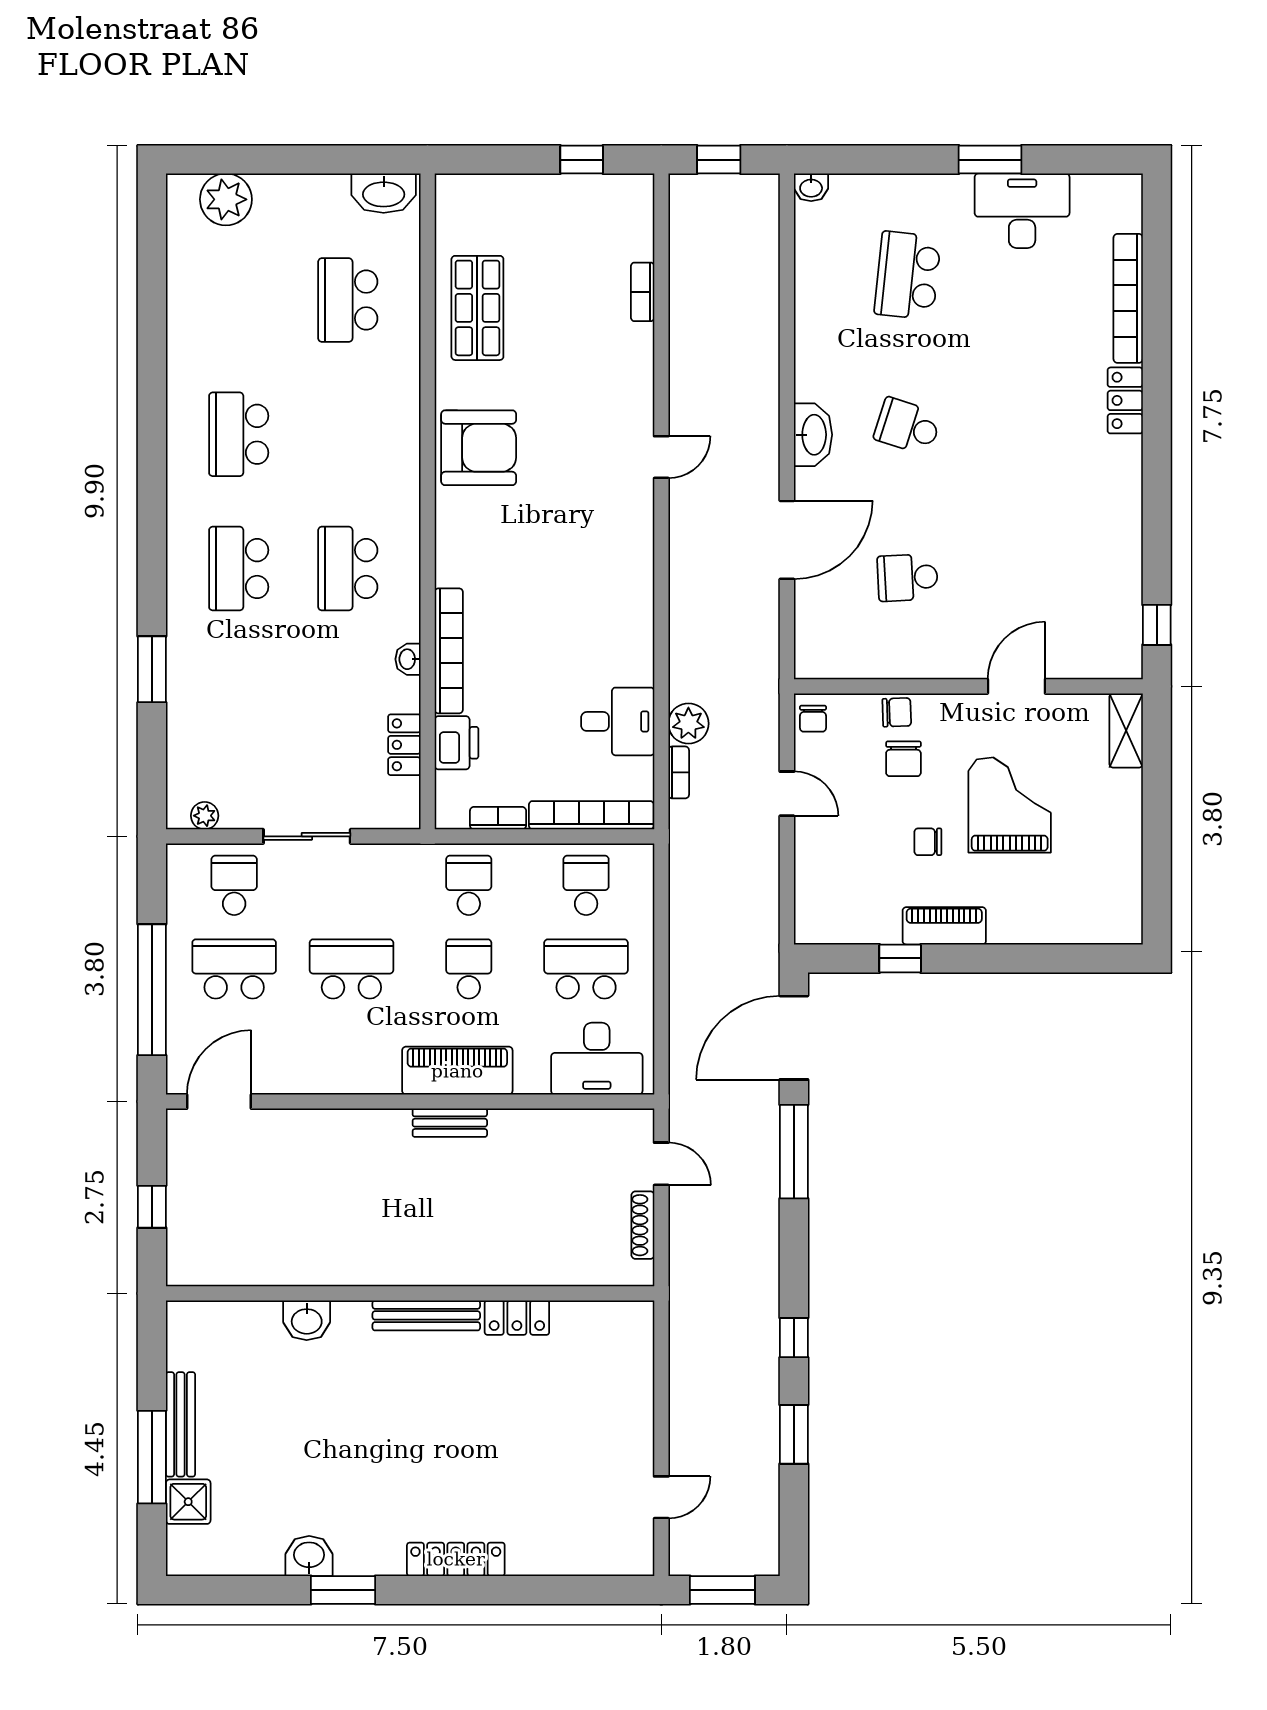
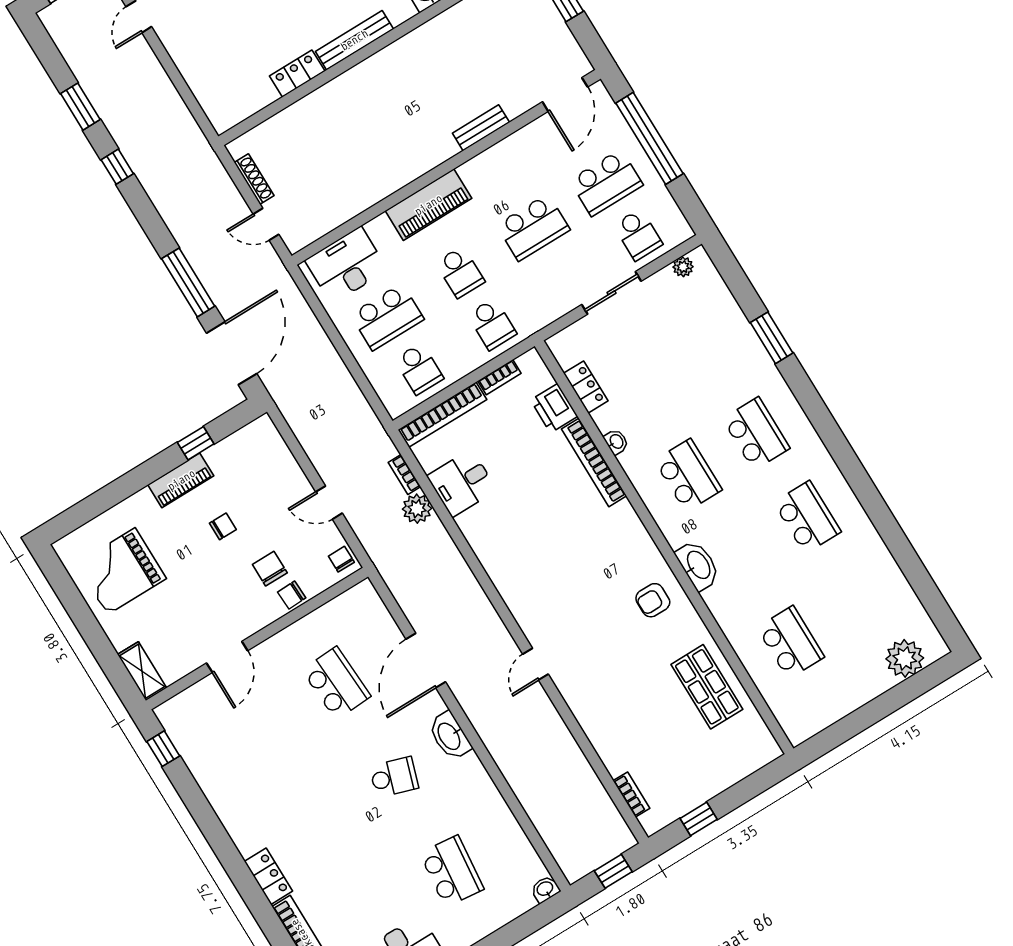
washbasin: (384, 193) -> (698, 565), moved, turned 90
bookcase: (643, 292) -> (631, 795), moved
armchair: (479, 448) -> (653, 600), width x0.53, depth x0.53
school desk: (908, 578) -> (336, 683), width x1.85
grand piano: (1010, 805) -> (121, 571), moved, turned 90
bench: (450, 1123) -> (481, 128), moved

